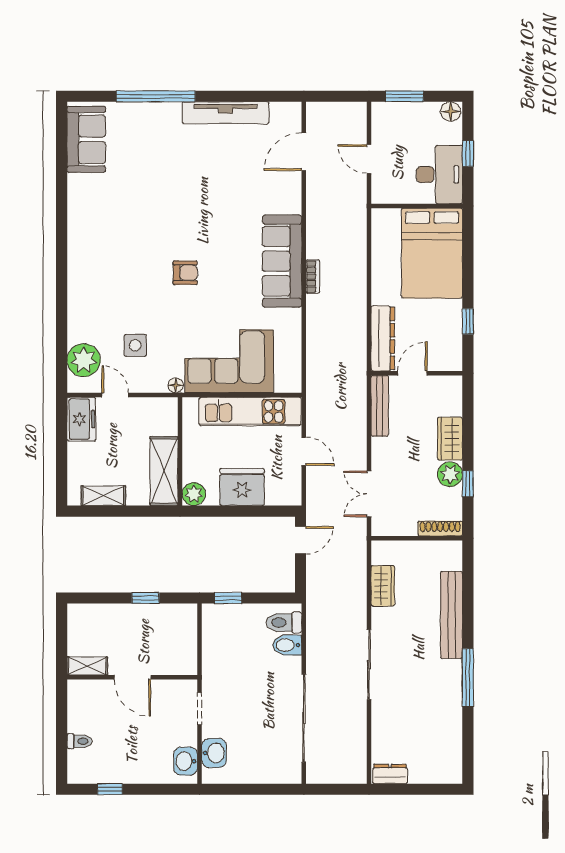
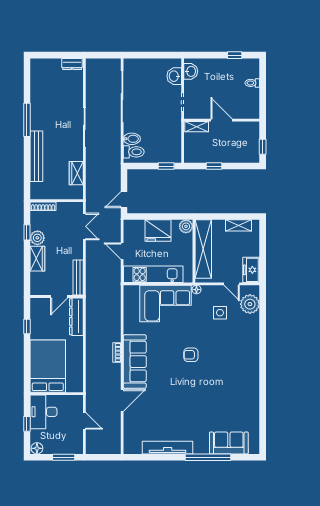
sofa: (86, 139) -> (229, 443), moved, turned 90
door: (304, 152) -> (122, 400), moved
shelving: (164, 471) -> (203, 249), width x1.47
window: (62, 631) -> (263, 147), added
shelving: (87, 666) -> (197, 127), moved

